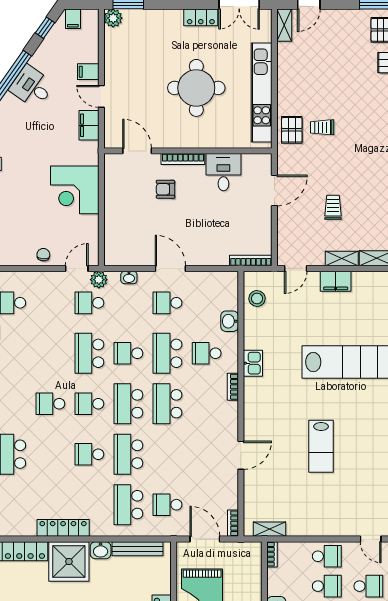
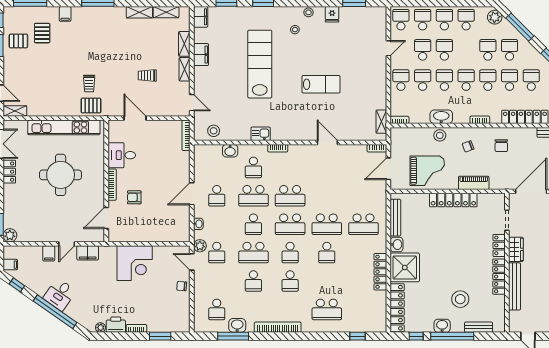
armchair: (165, 189) -> (134, 197), turned 90
filing cabinet: (336, 281) -> (201, 55), moved
school desk: (168, 505) -> (253, 281), moved

